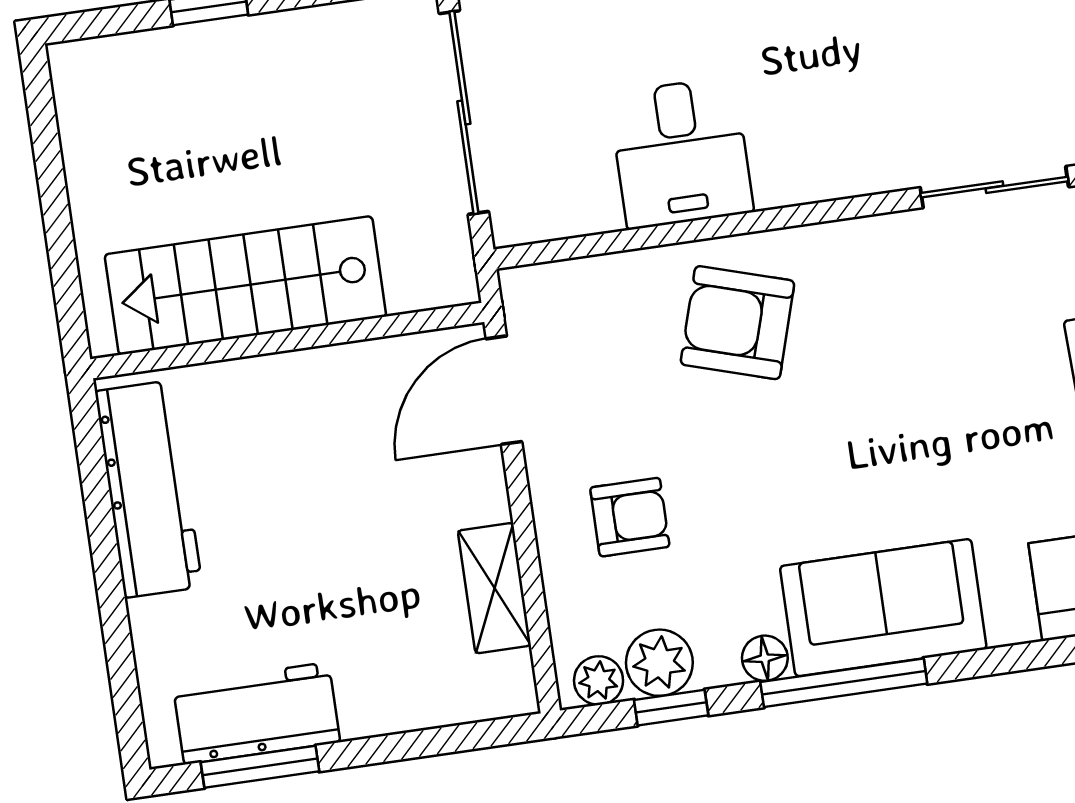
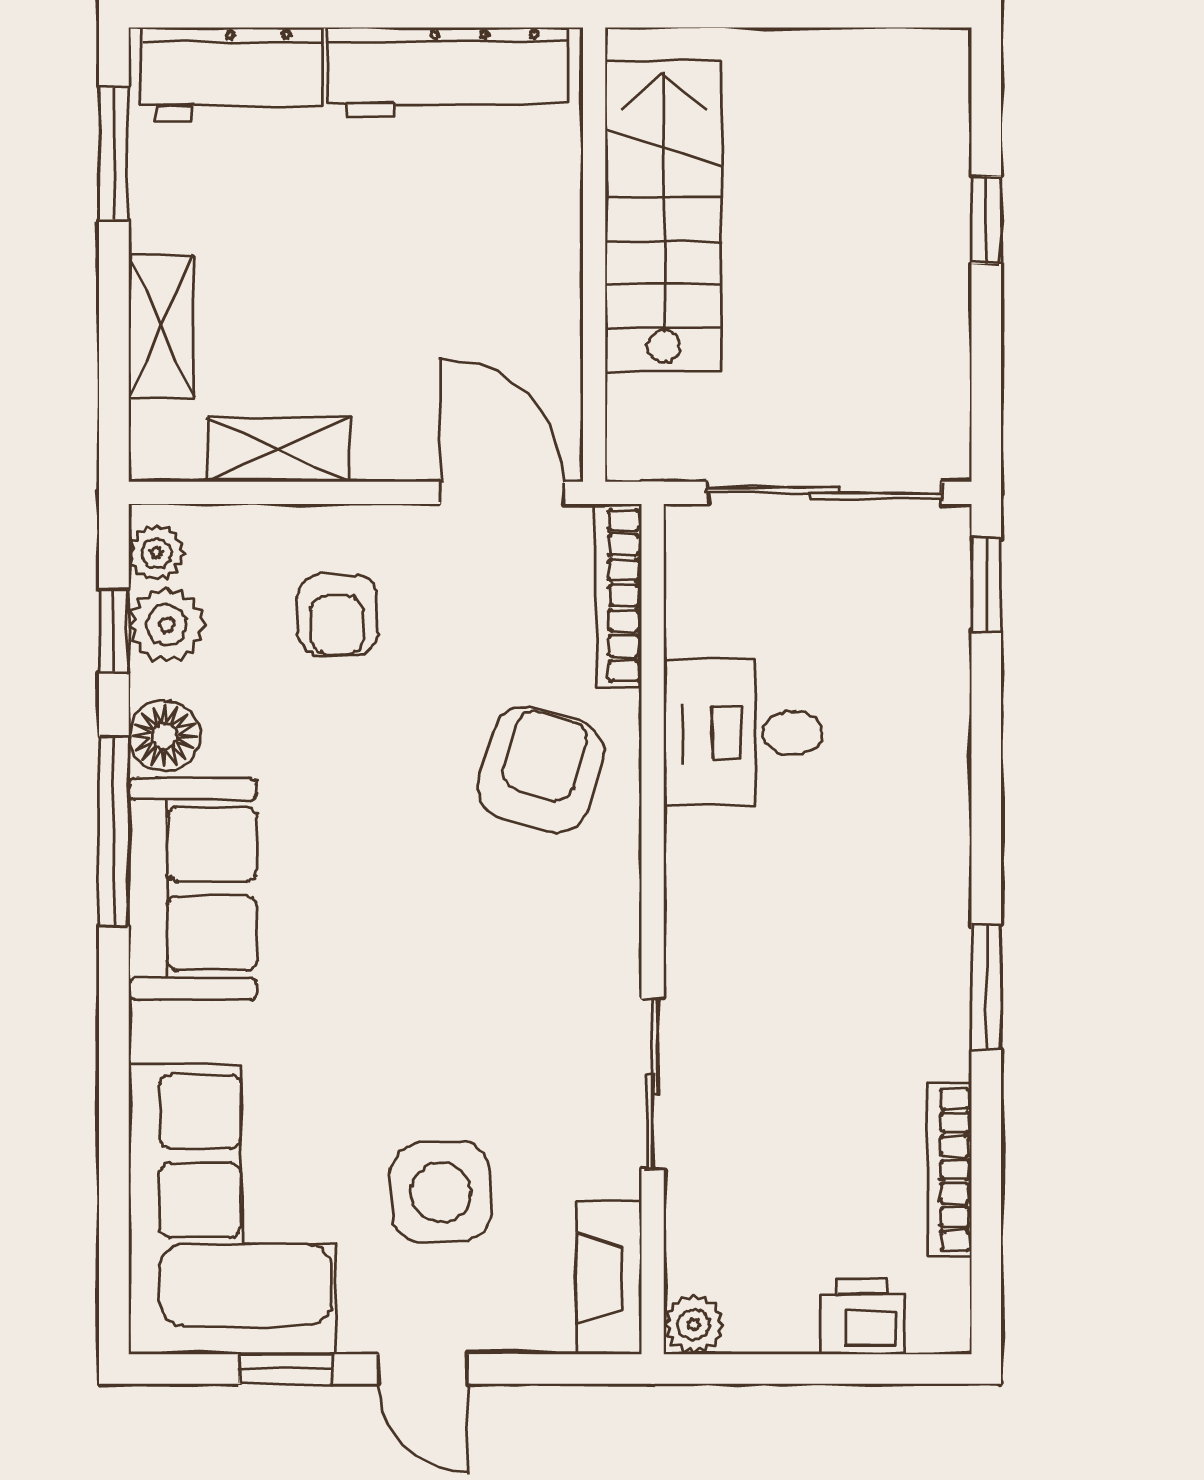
bookcase: (578, 277) -> (618, 595), added
floor lamp: (765, 658) -> (164, 736), width x1.37, depth x1.37
shelving: (403, 705) -> (161, 327), added
workbench: (256, 713) -> (231, 74), moved, turned 90

